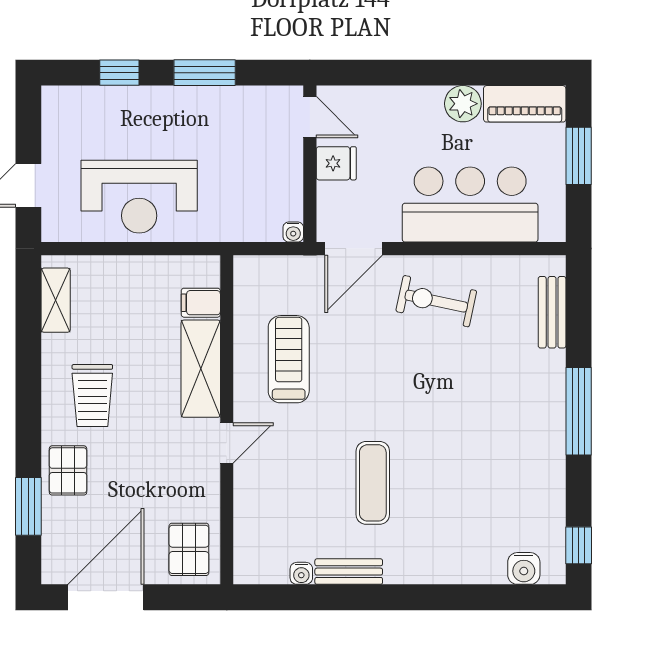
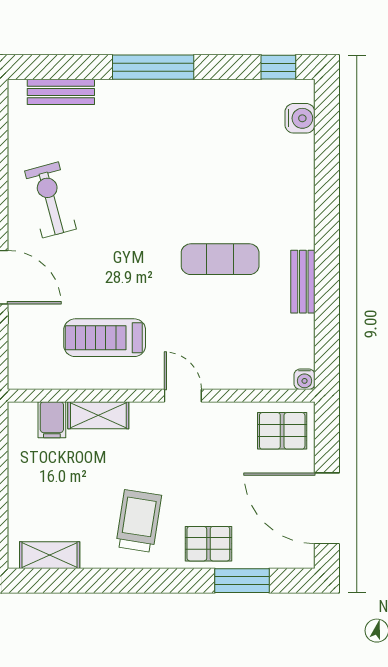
exercise bike: (436, 301) -> (50, 200), turned 153
shelving: (201, 369) -> (98, 415), width x0.67, depth x0.75
trolley: (92, 396) -> (139, 521), turned -81
water cooler: (301, 573) -> (305, 379), moved, turned 90

